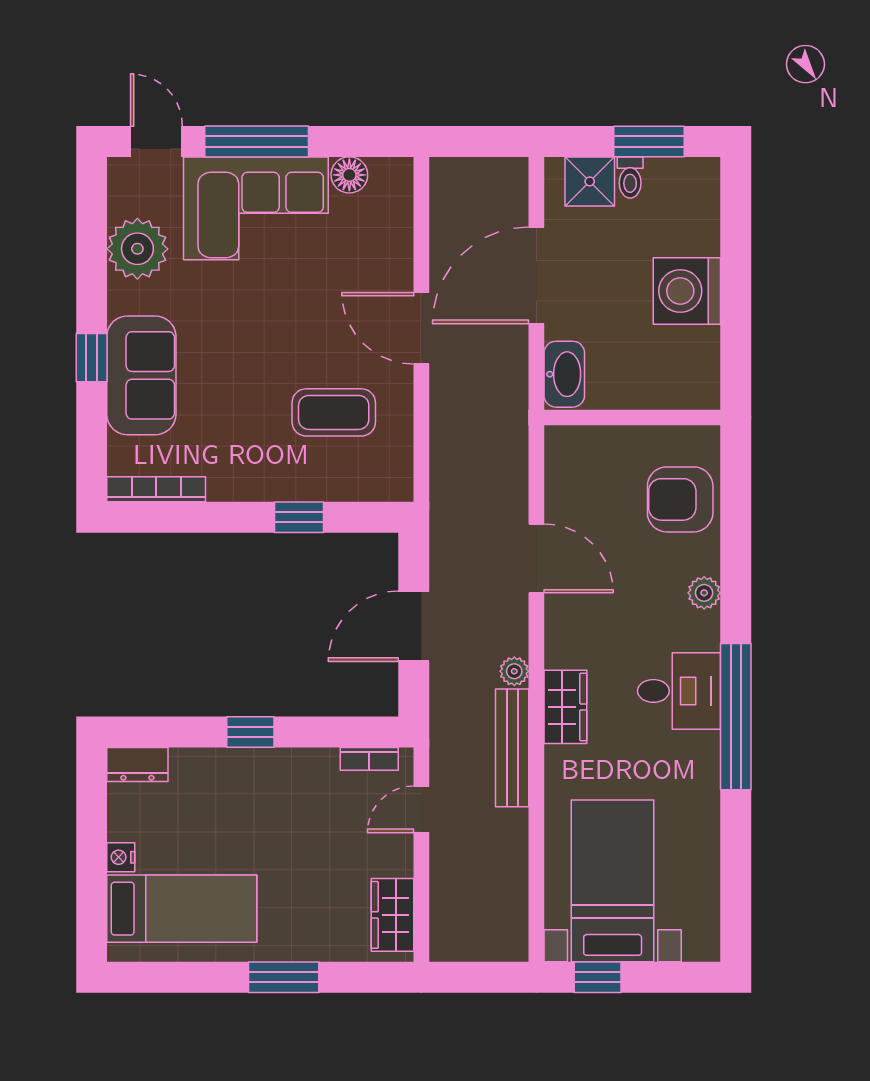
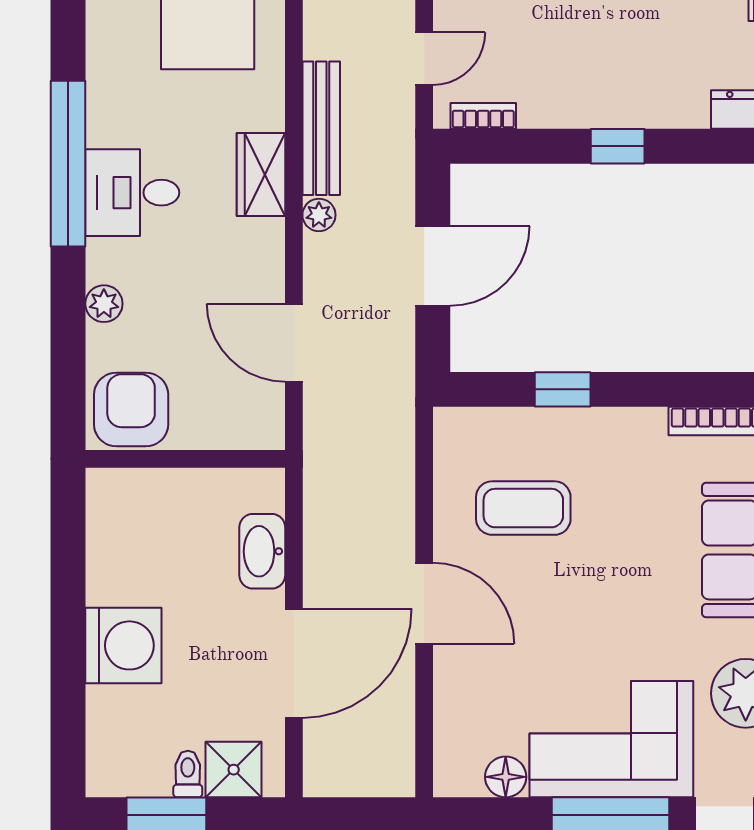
wall: (632, 417) -> (185, 459), moved
armchair: (680, 499) -> (131, 410), turned -90

